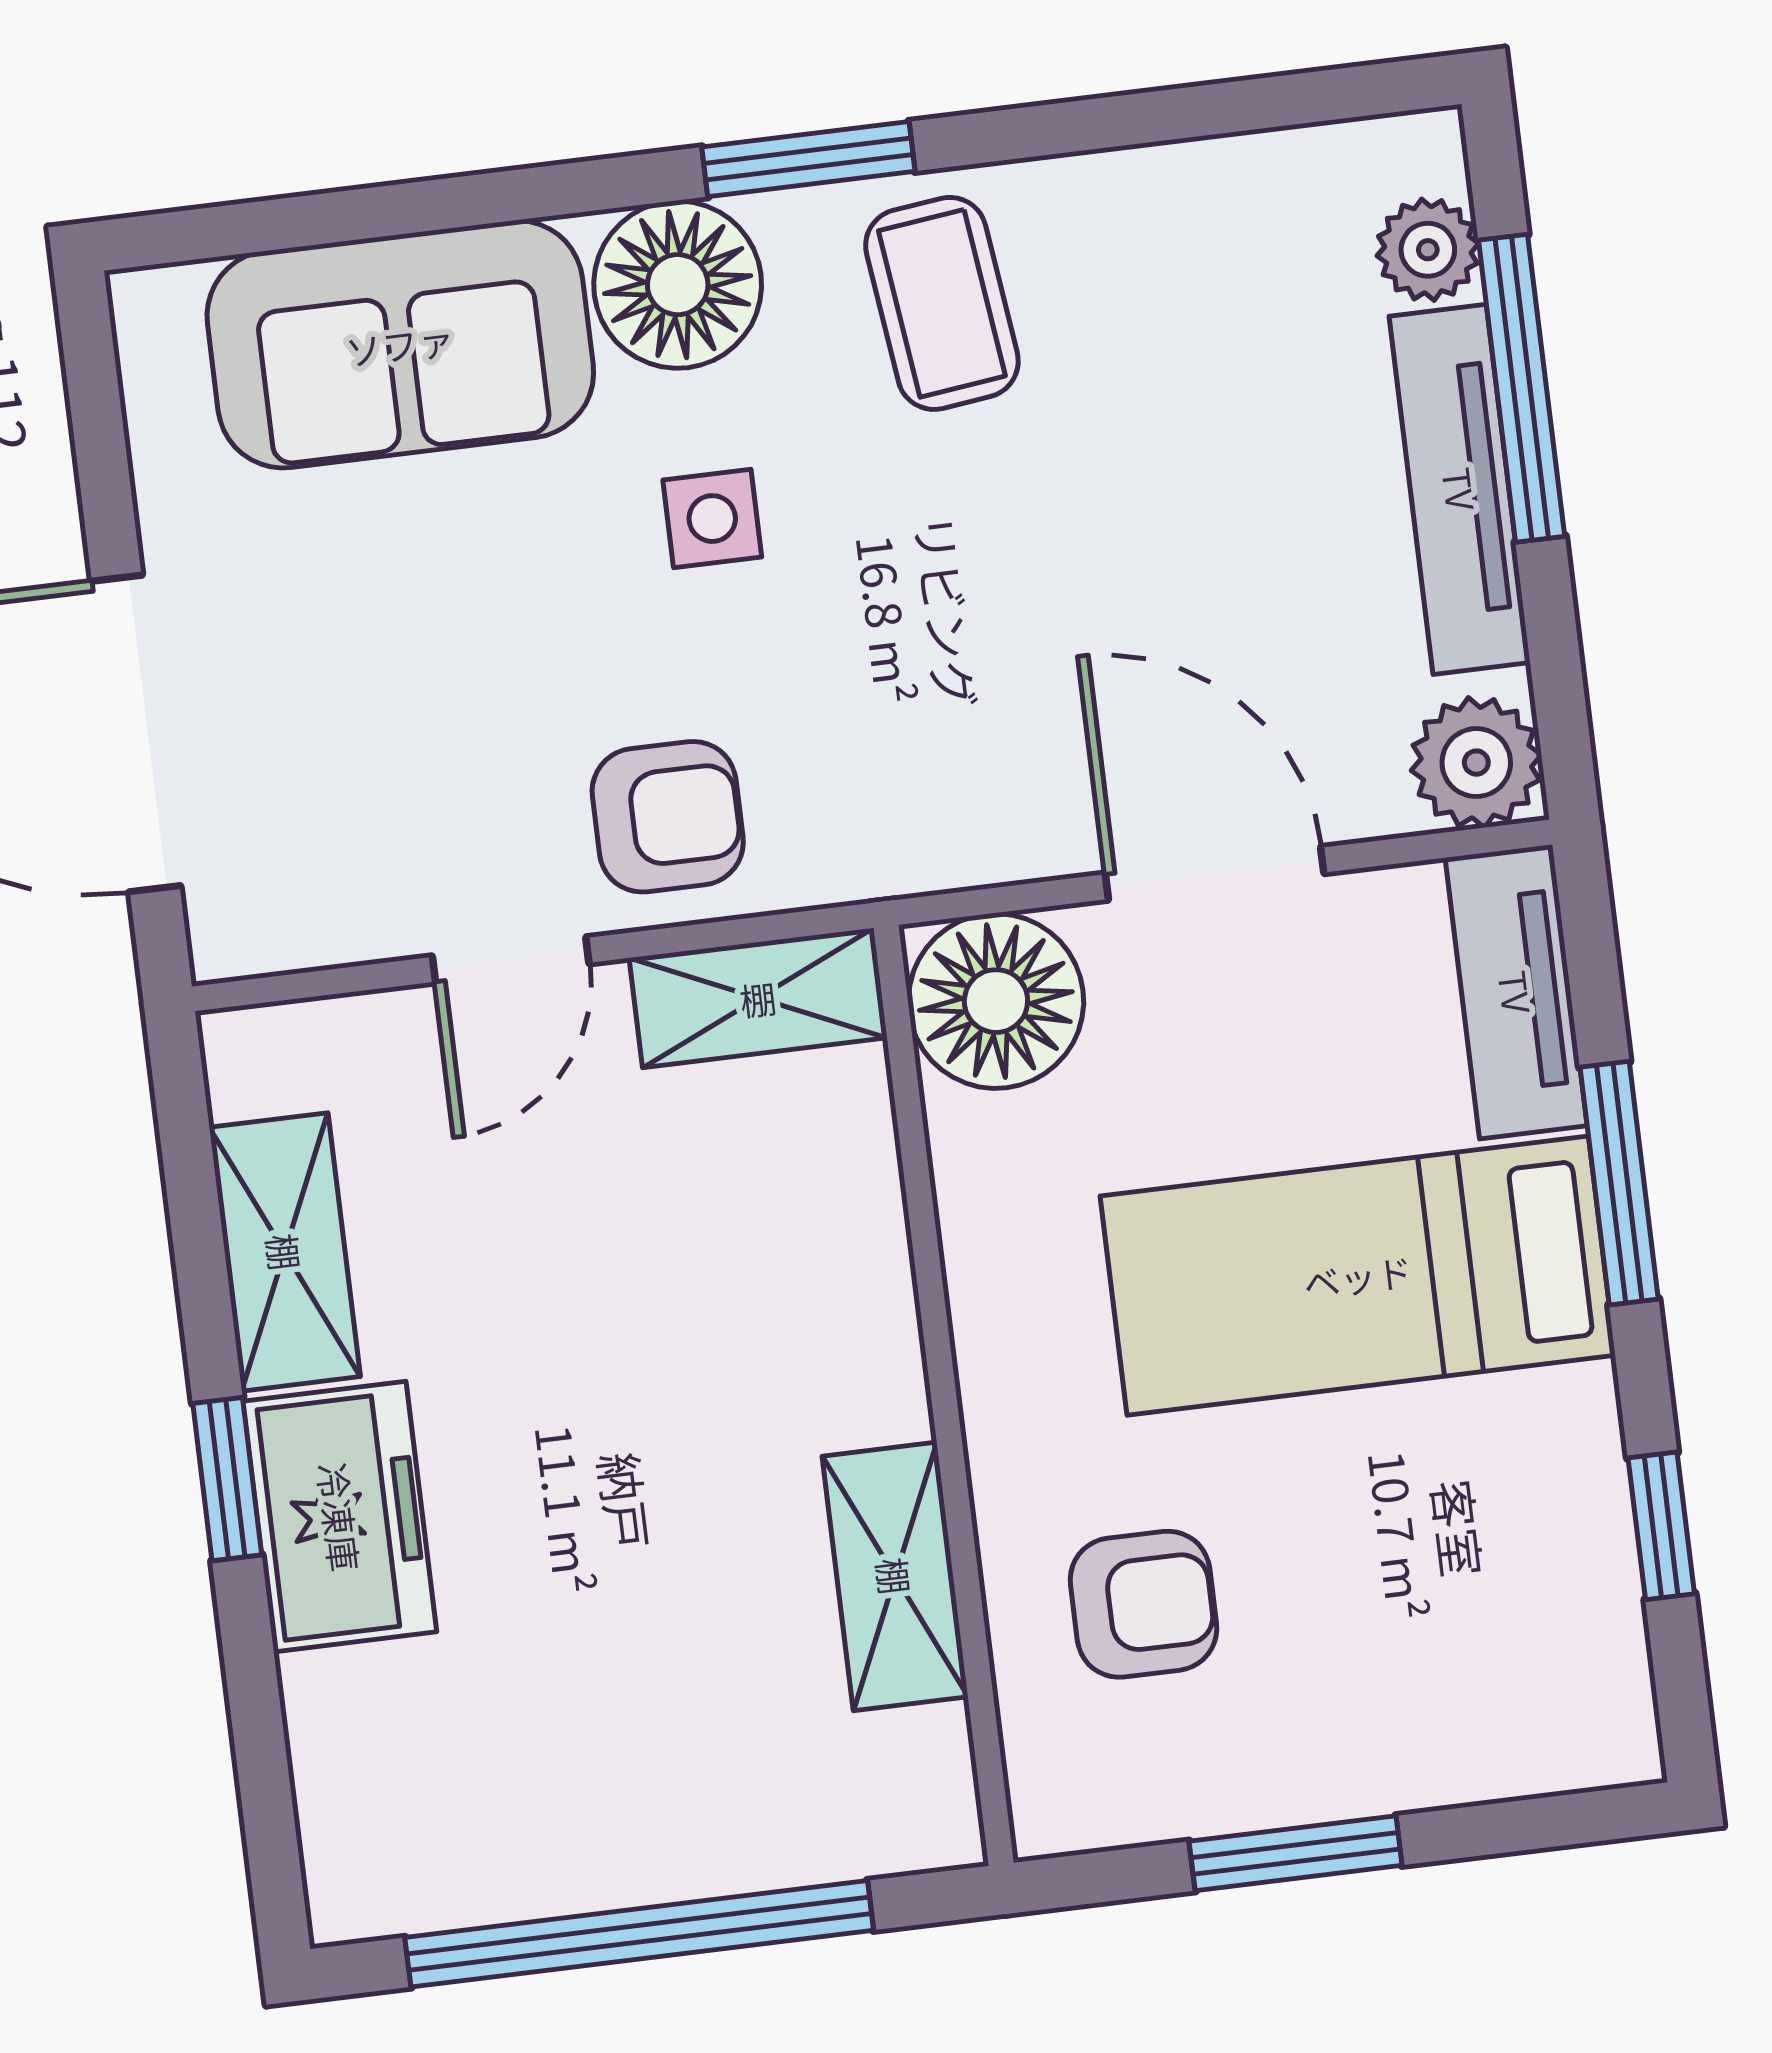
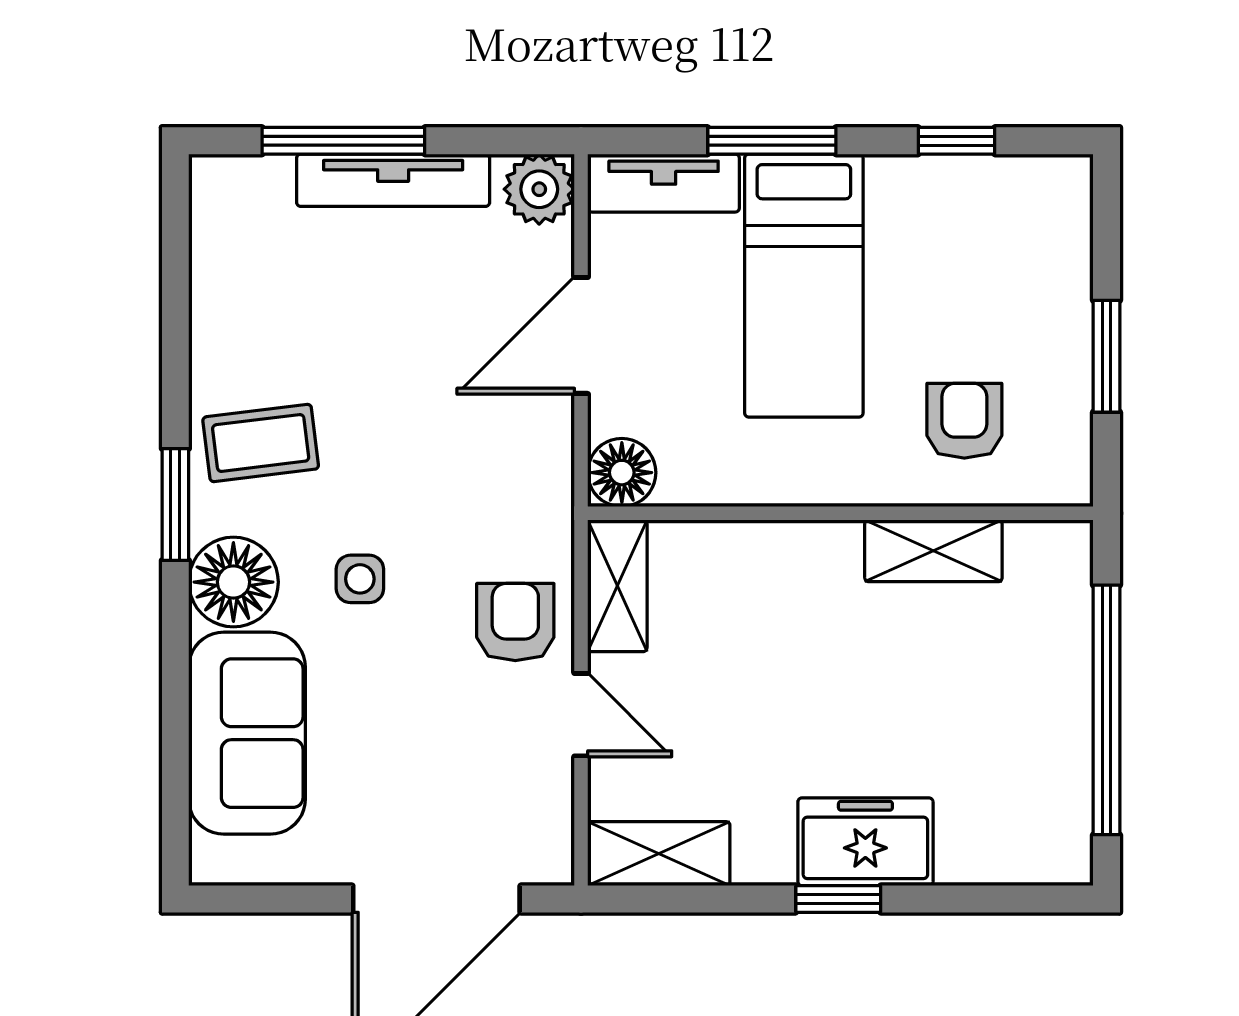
plant: (1428, 250) -> (264, 182), removed
floor lamp: (996, 1001) -> (622, 473), width x0.73, depth x0.73
shelving: (285, 1252) -> (659, 854), moved

